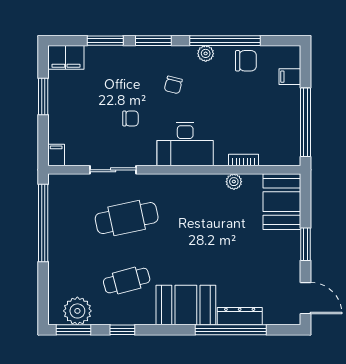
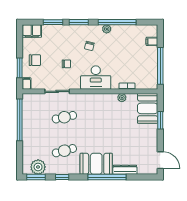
chair: (246, 61) -> (35, 60), moved
window: (43, 97) -> (20, 68), moved
cafe table: (127, 218) -> (64, 117), width x0.73, depth x0.74
window: (305, 244) -> (160, 120), moved
window: (231, 330) -> (107, 177), moved

